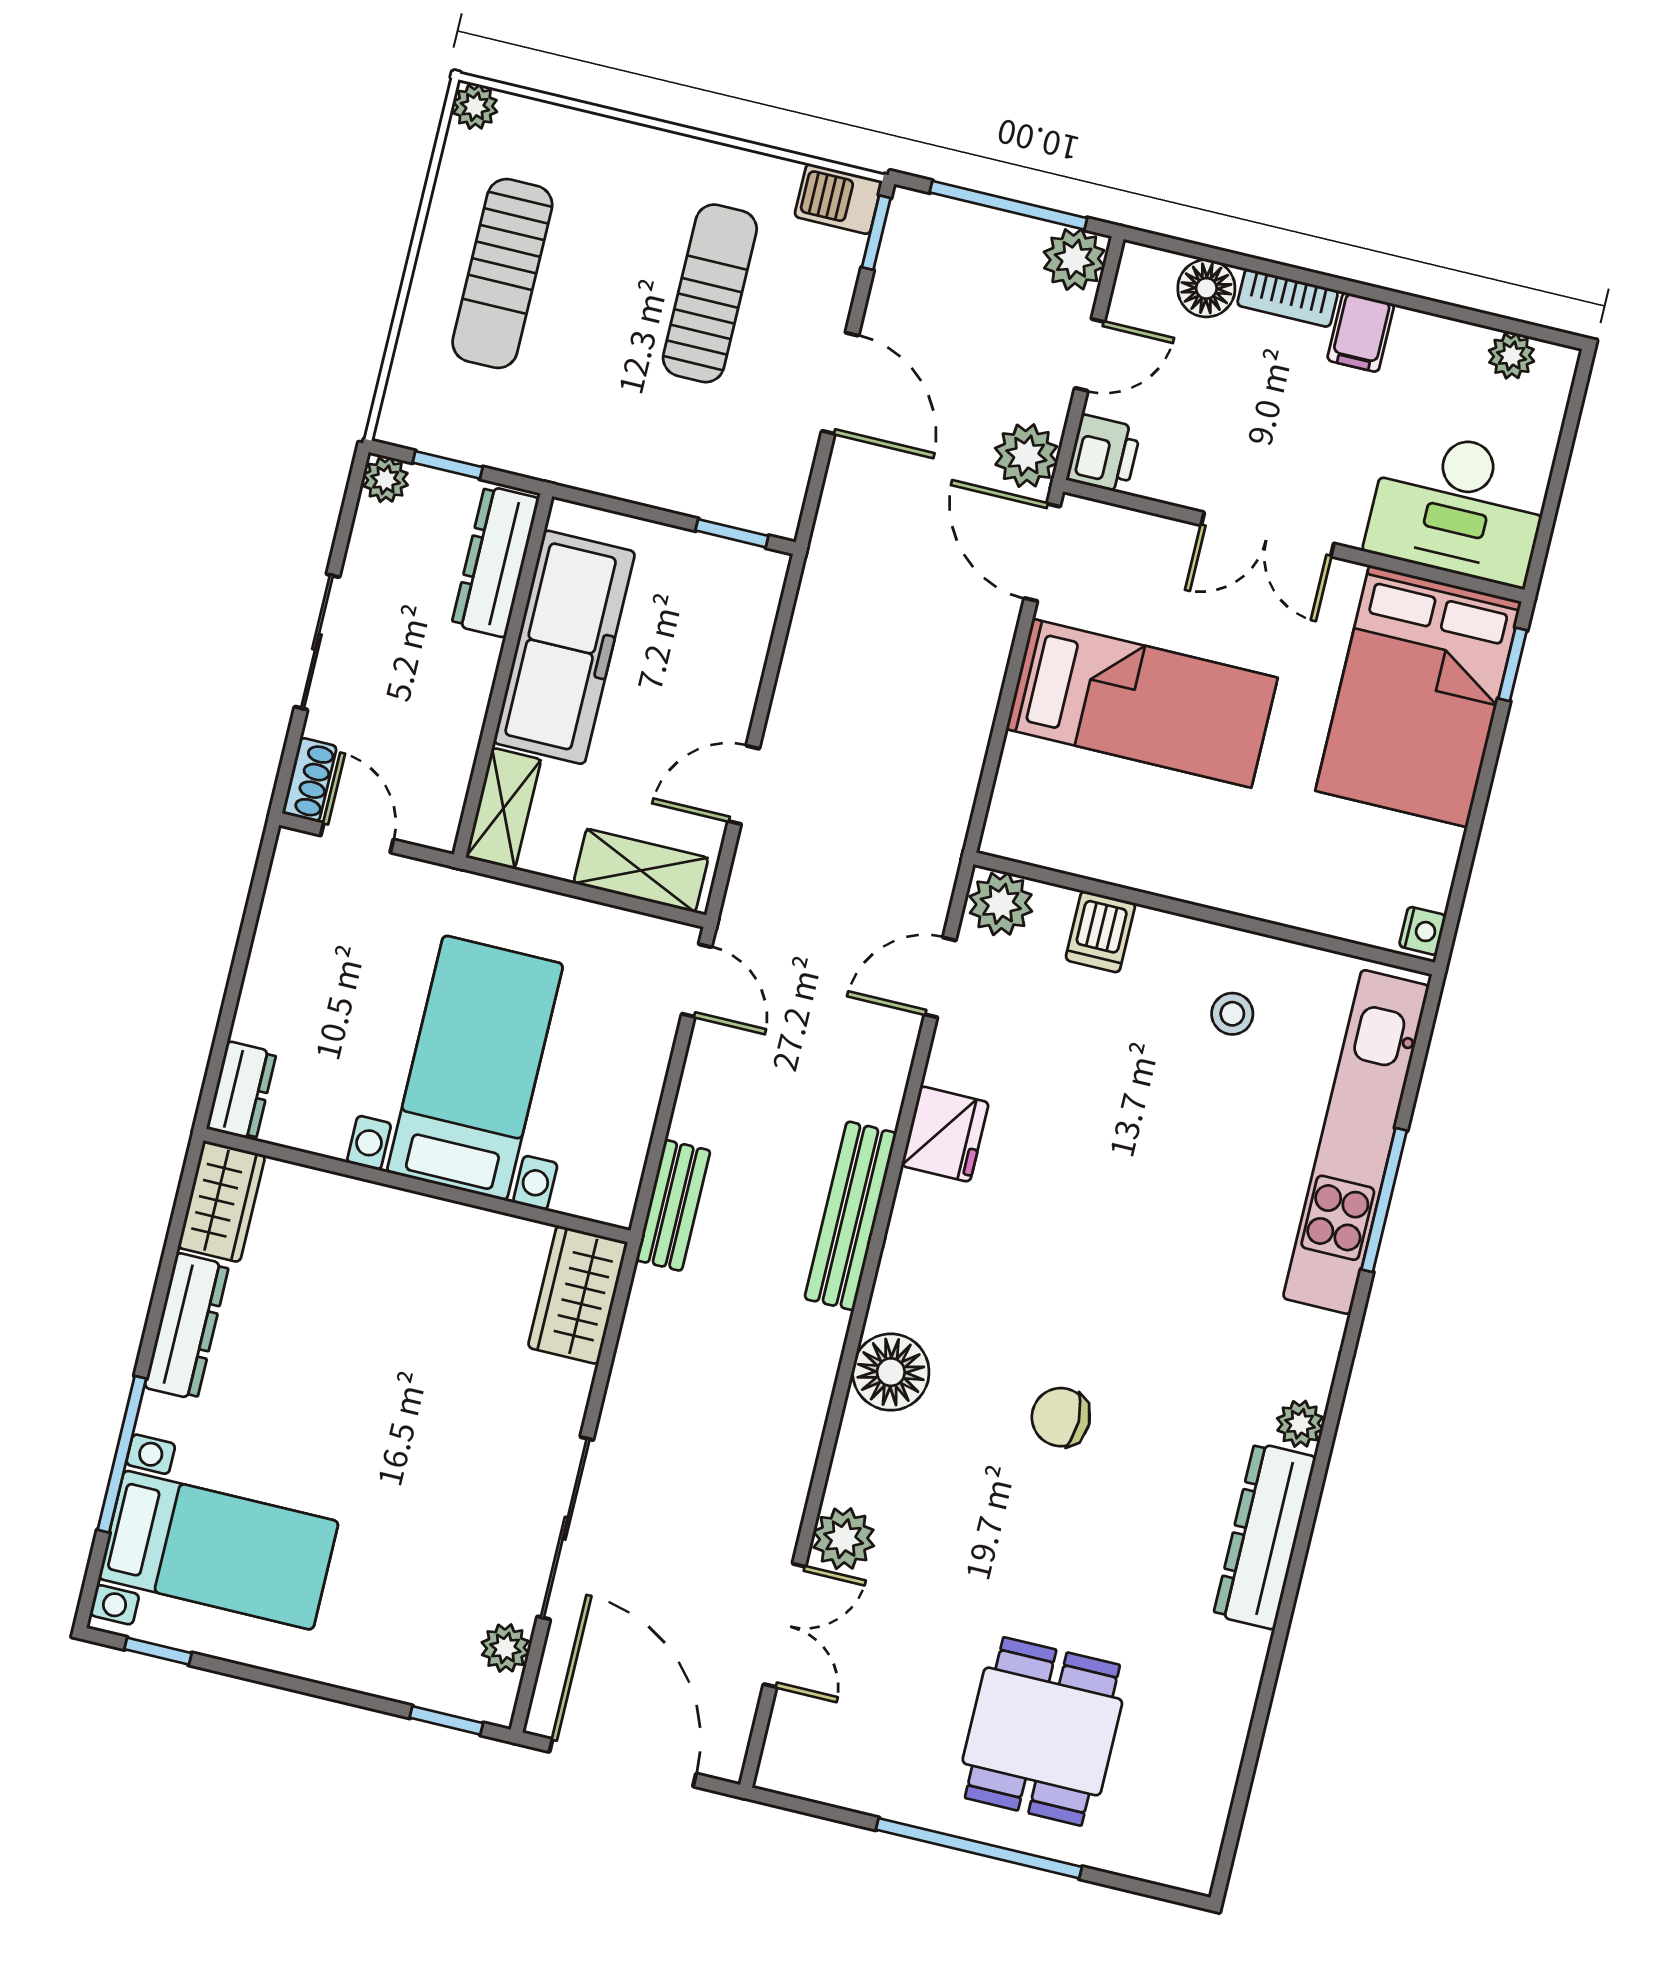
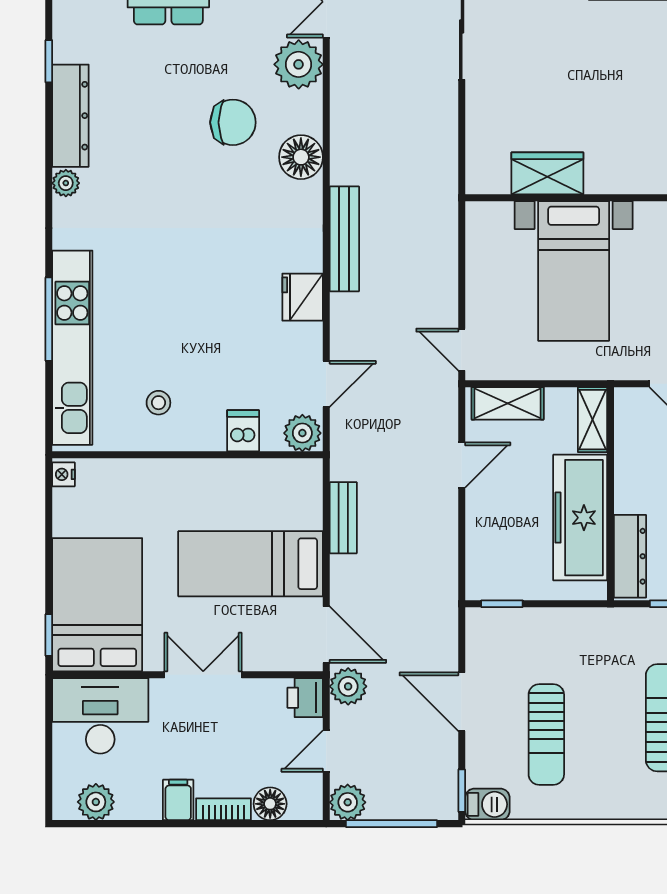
plant: (1512, 356) -> (96, 802), width x1.38, depth x1.38
bench: (673, 1205) -> (343, 518), moved
wardrobe: (578, 1295) -> (547, 173), moved, turned -90
chair: (1061, 1417) -> (233, 122), moved, width x1.37, depth x1.37
plant: (844, 1539) -> (299, 64), width x1.36, depth x1.36
window: (1279, 1637) -> (49, 61), added

